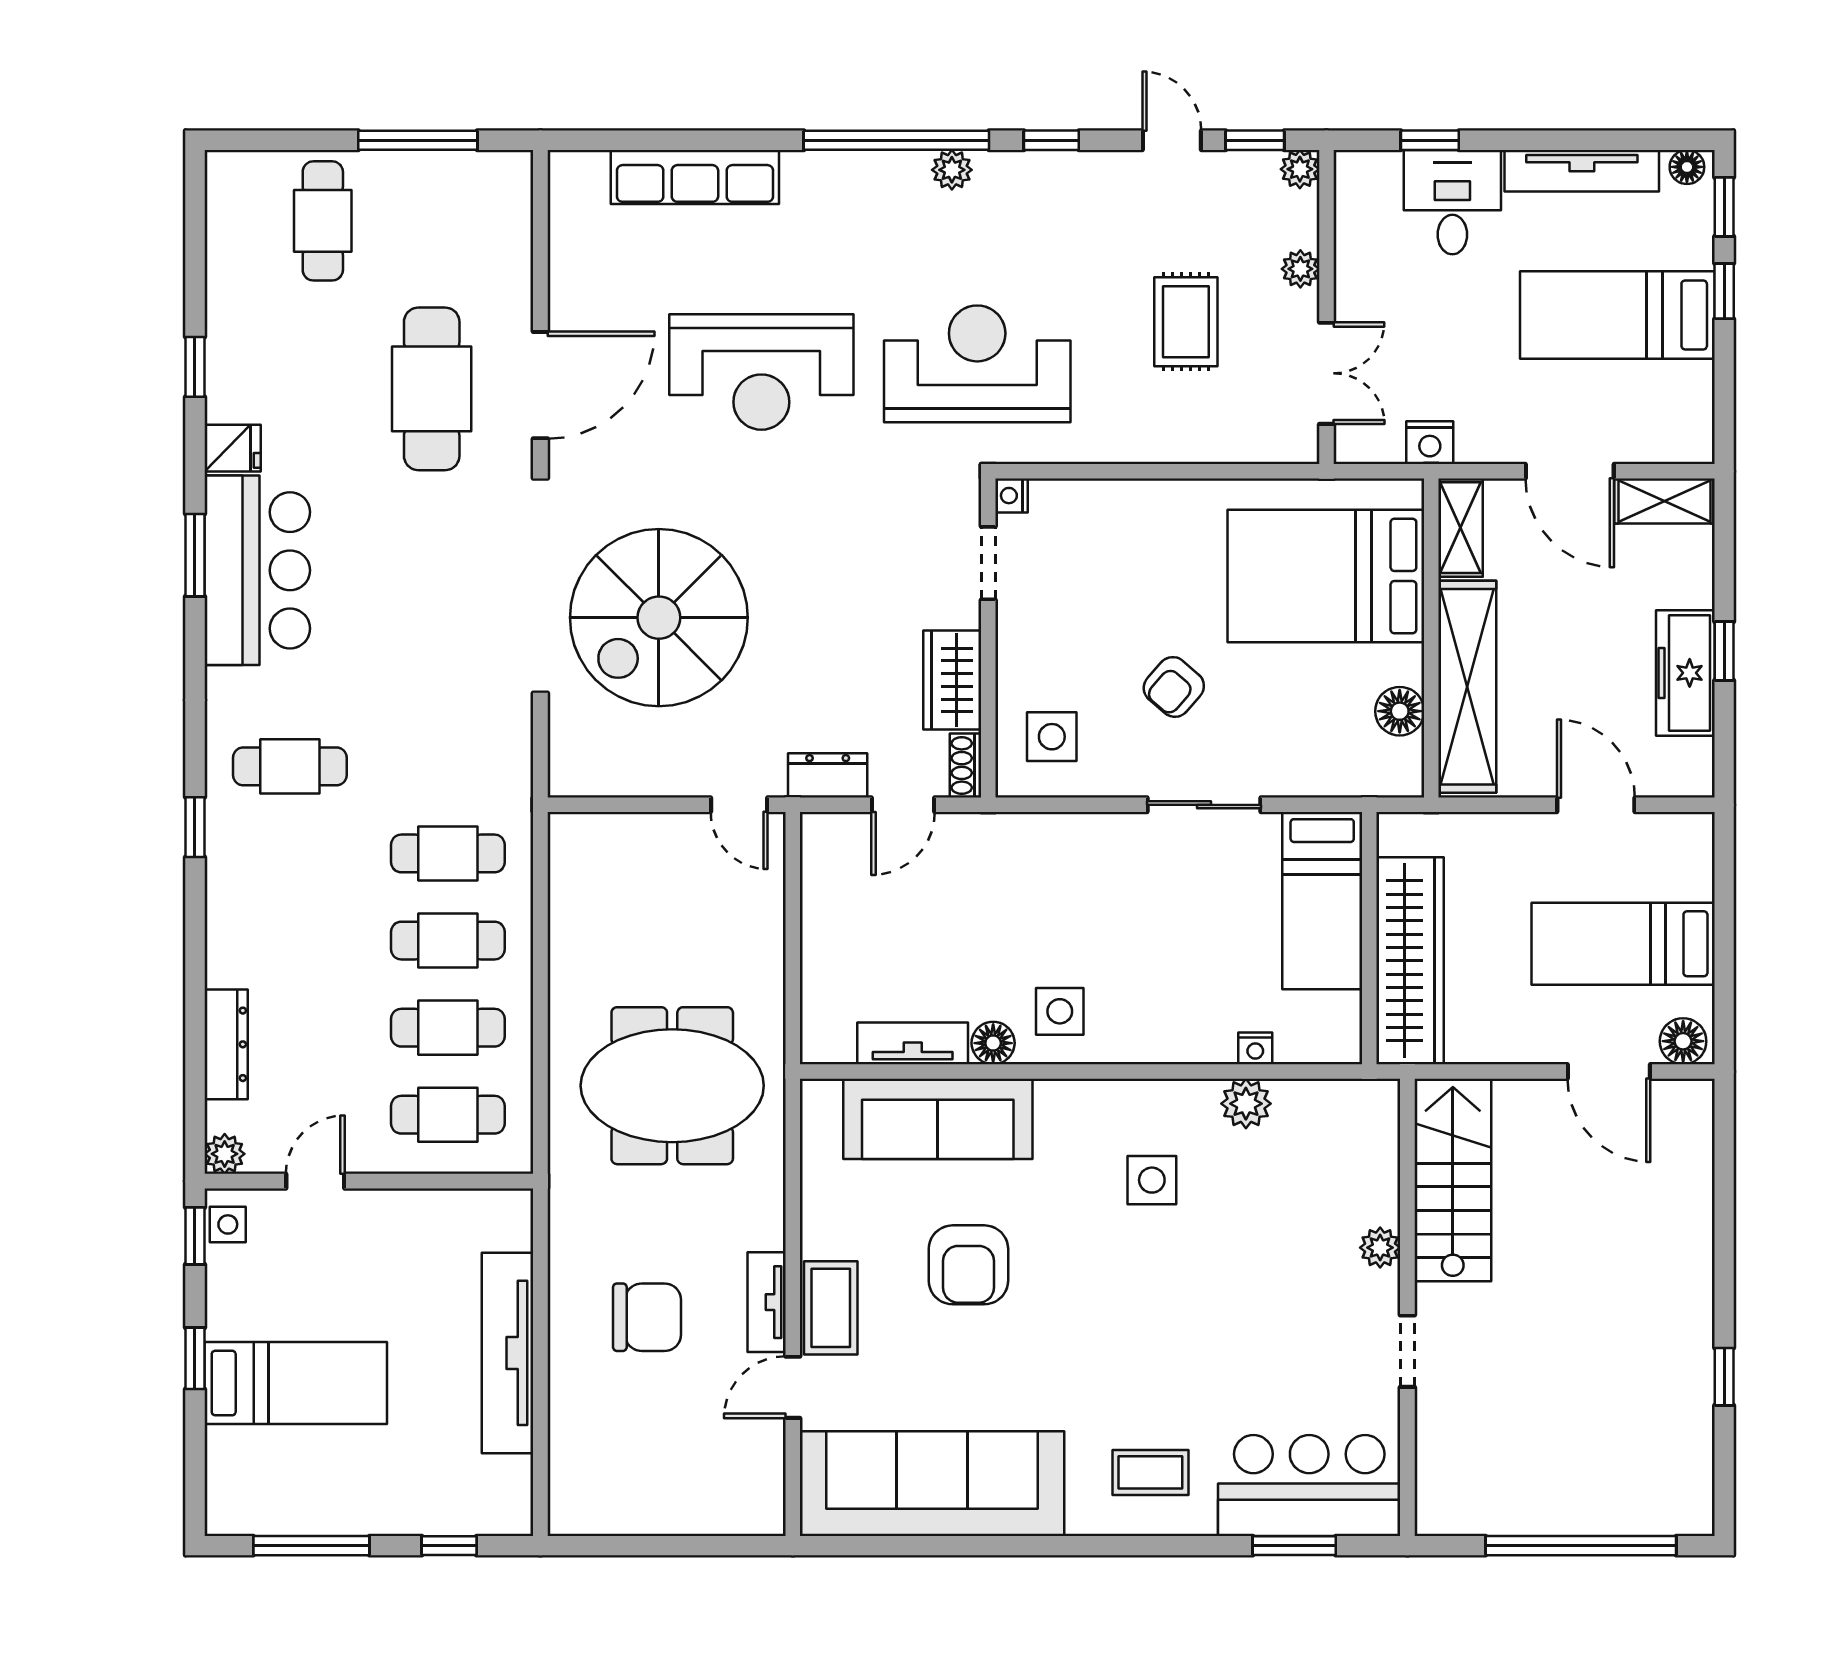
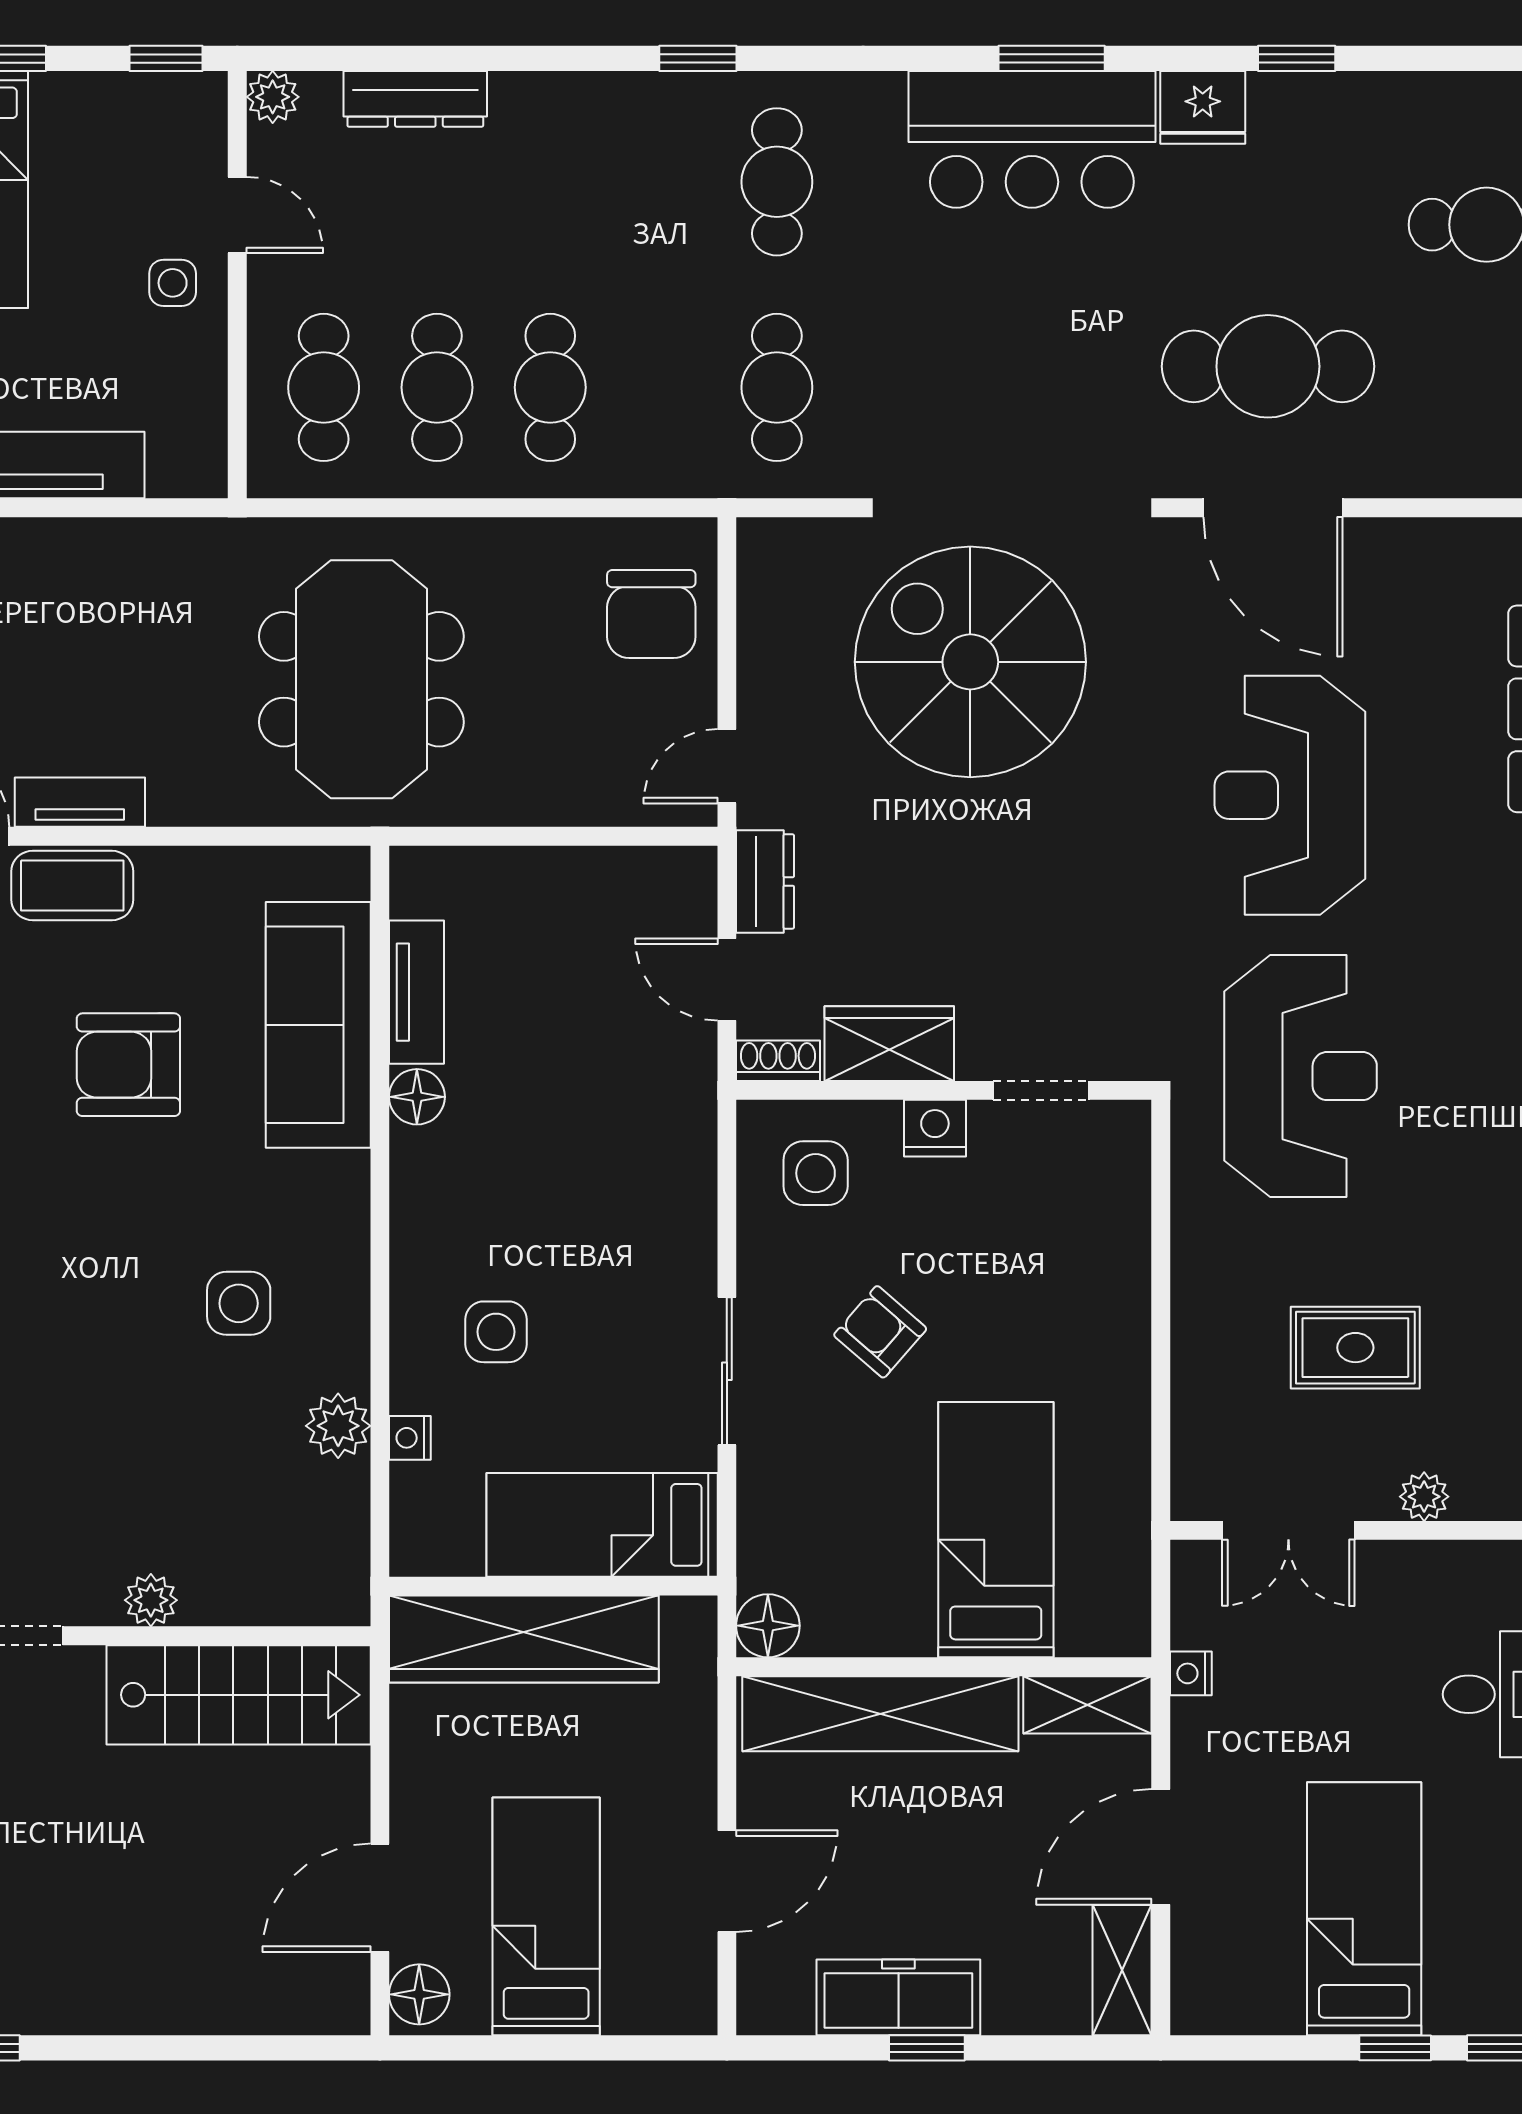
nightstand: (1430, 443) -> (1191, 1673), width x0.72, depth x0.74
fridge: (233, 448) -> (1203, 107), width x1.38
nightstand: (1011, 496) -> (935, 1128), moved, width x1.39, depth x1.35
bed: (1326, 576) -> (996, 1530), width x0.67
floor lamp: (1400, 711) -> (768, 1626), moved
cafe table: (448, 853) -> (777, 387), moved
side table: (1060, 1011) -> (496, 1332), moved
side table: (228, 1224) -> (173, 283), moved
chair: (647, 1317) -> (651, 614), moved

